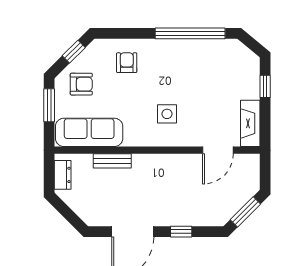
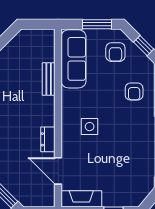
armchair: (127, 63) -> (134, 92), turned 90
dresser: (63, 175) -> (48, 139), moved, turned 90

